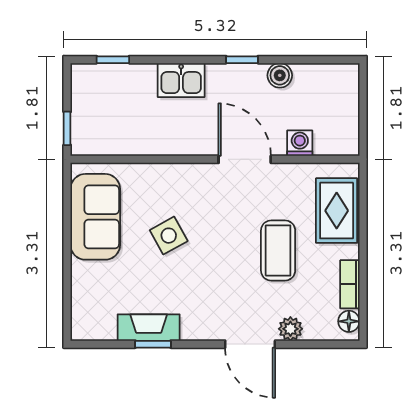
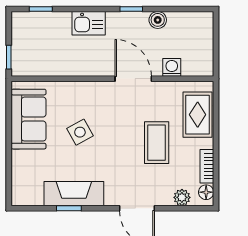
fireplace: (149, 328) -> (74, 194), width x1.37, depth x1.32
plant: (290, 329) -> (182, 197), moved

